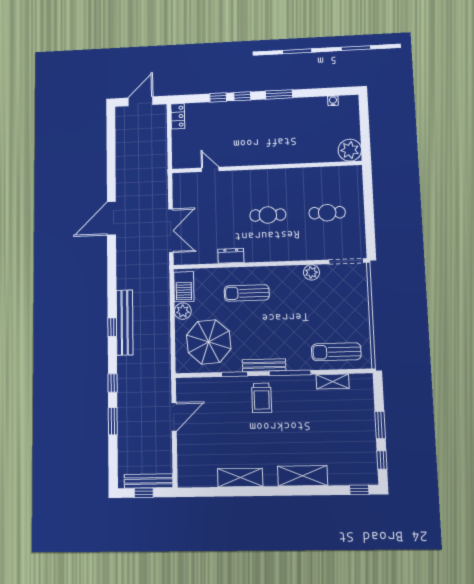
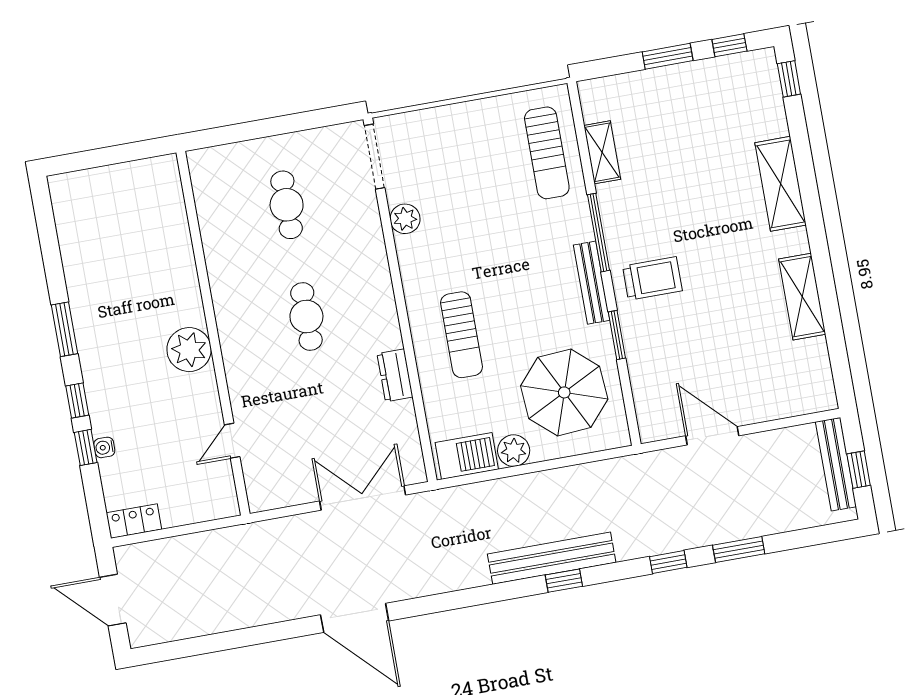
water cooler: (333, 101) -> (104, 447), moved
plant: (350, 150) -> (189, 350), moved

